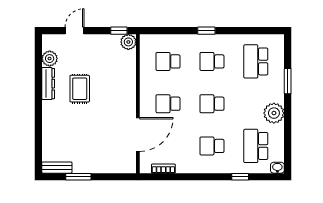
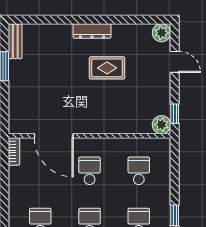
plant: (50, 59) -> (162, 33), moved
dresser: (48, 84) -> (92, 31), moved
bookcase: (163, 169) -> (14, 151), moved

